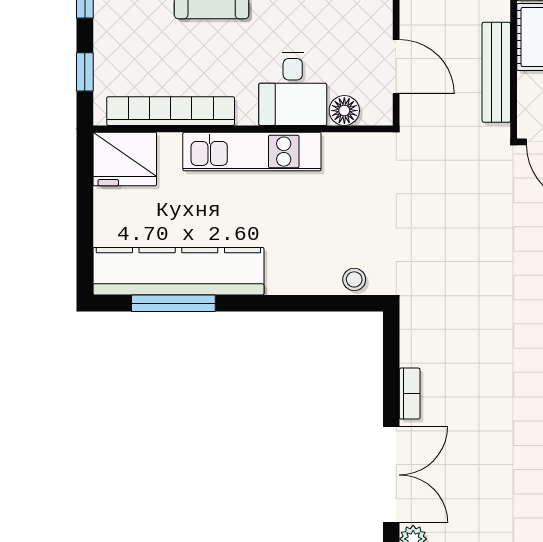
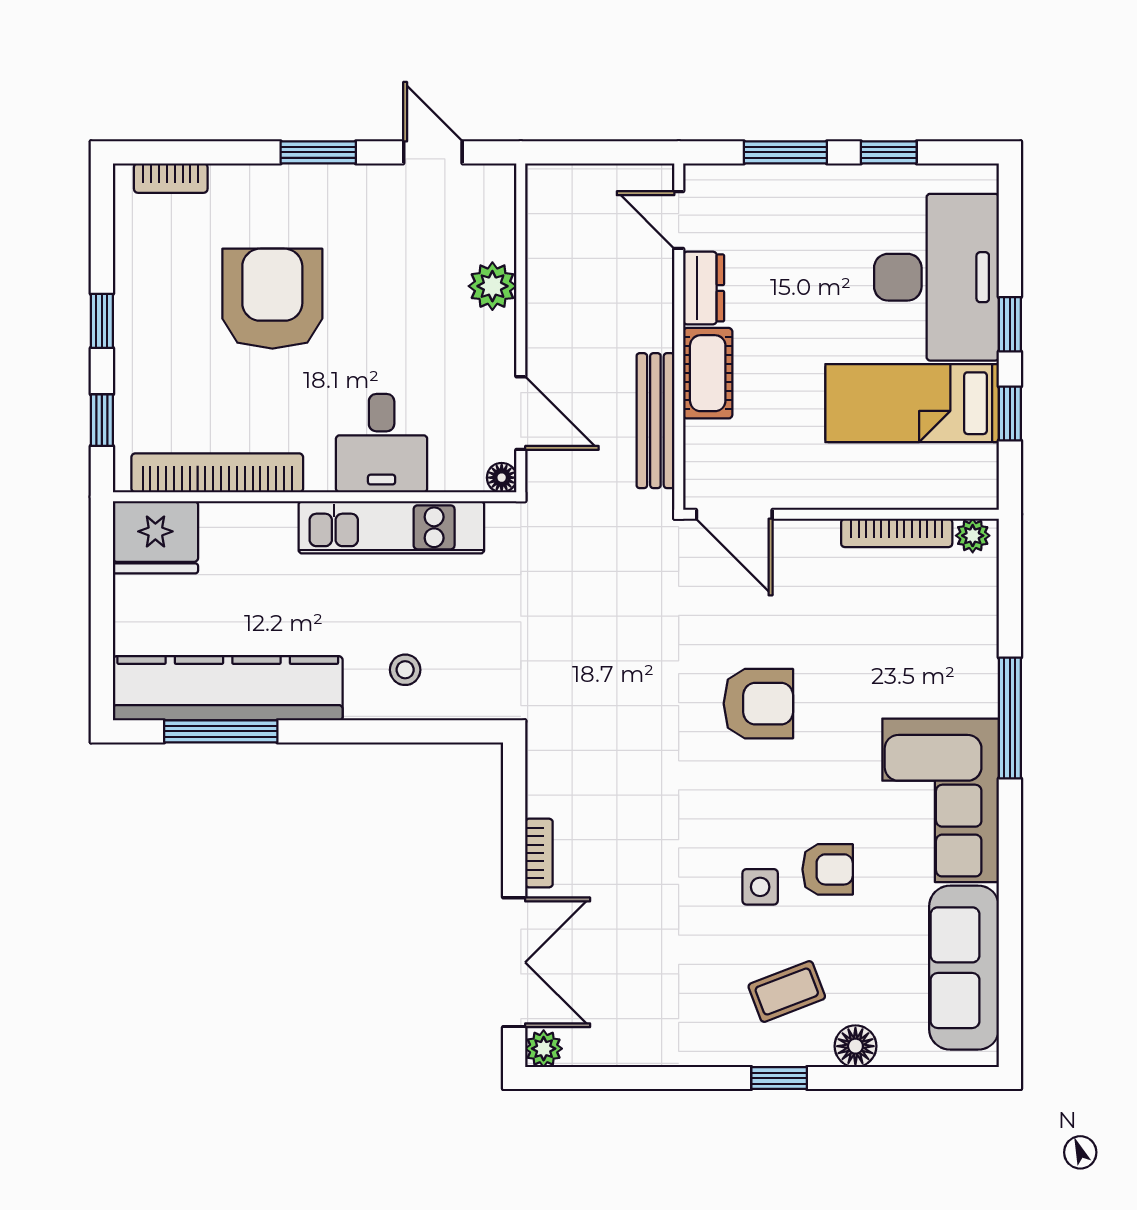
floor lamp: (344, 111) -> (502, 478), moved, width x0.73, depth x0.73
kitchen unit: (252, 152) -> (391, 527), moved
stool: (354, 279) -> (405, 670), moved

